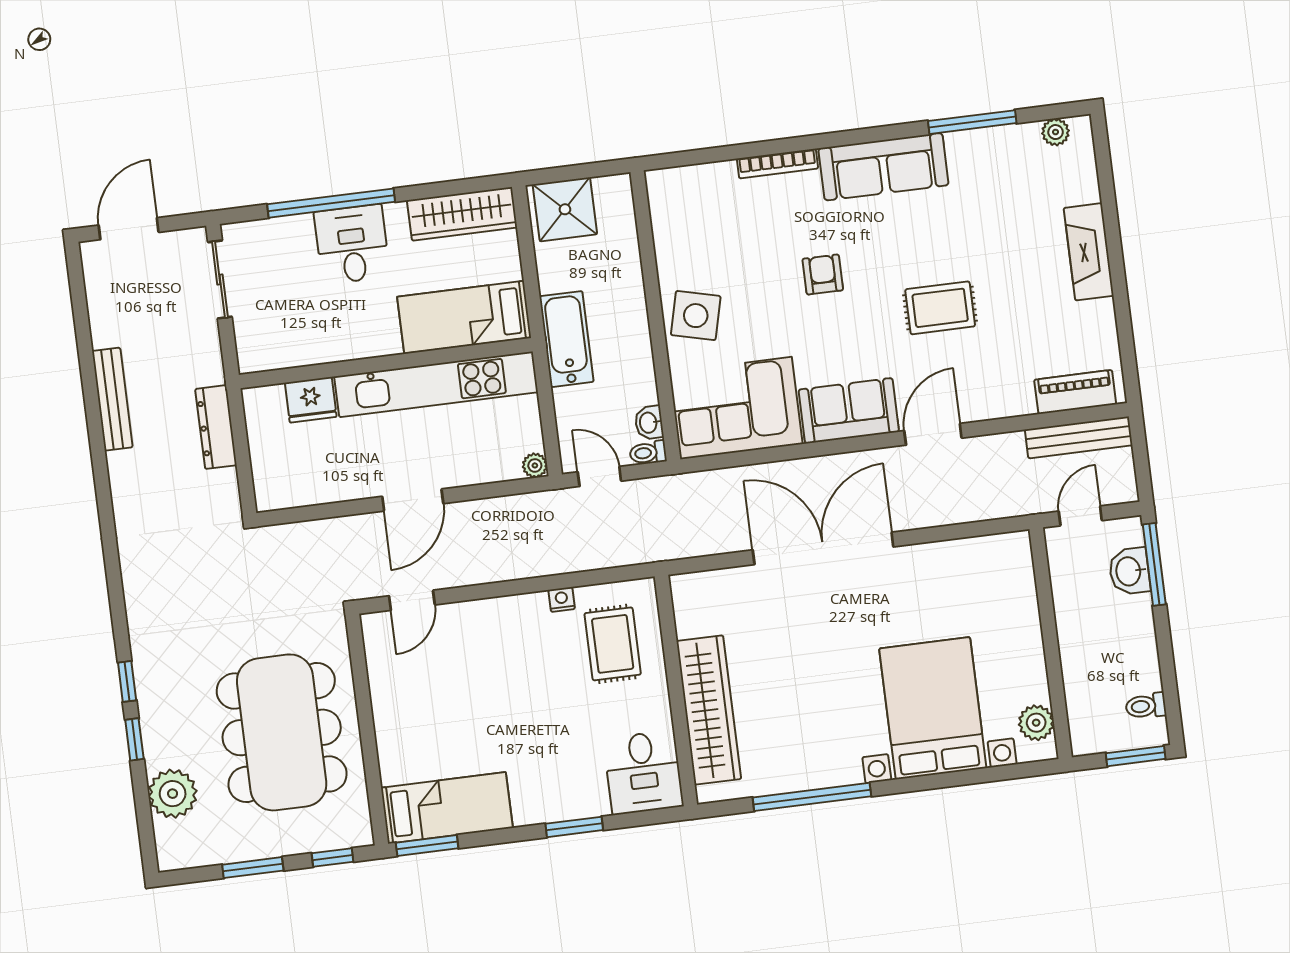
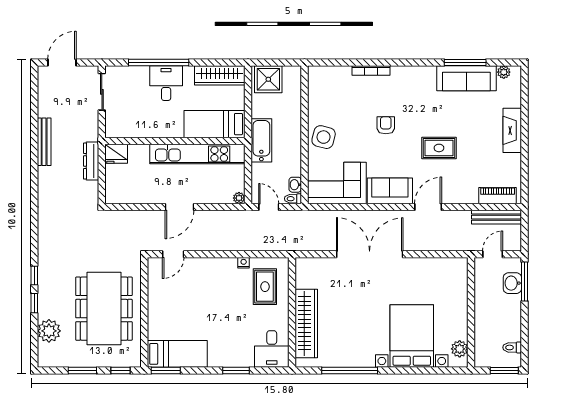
sofa: (883, 167) -> (466, 78), moved
fridge: (311, 400) -> (116, 154), moved

